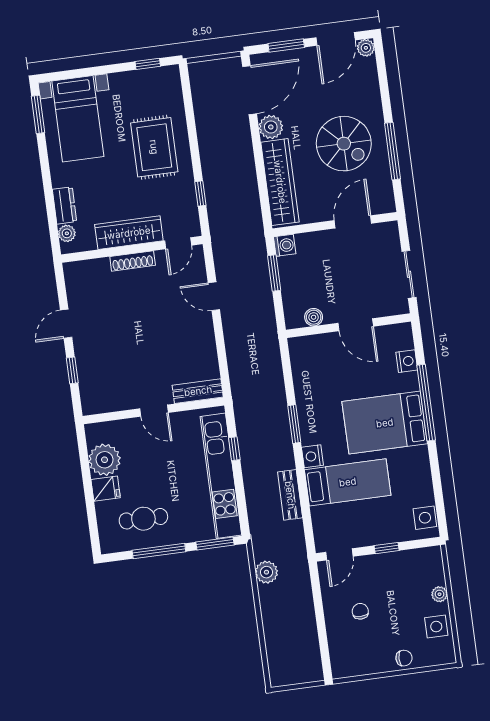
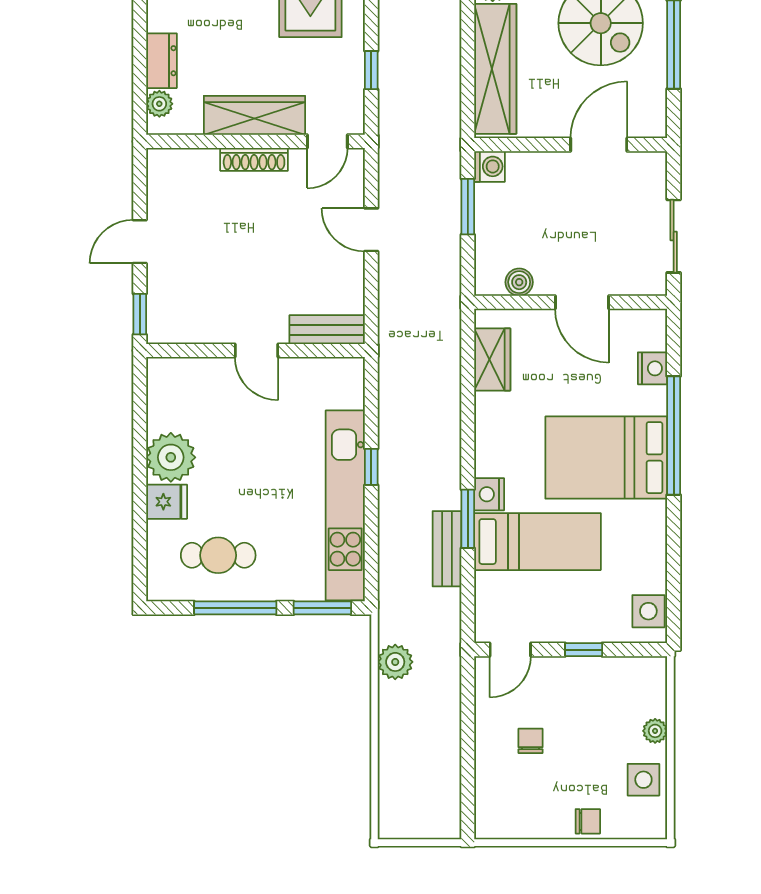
wardrobe: (303, 369) -> (492, 360), added
bench: (198, 391) -> (327, 330), moved
wall: (153, 411) -> (255, 351), moved
door: (154, 411) -> (256, 351), moved
window: (294, 424) -> (468, 519), moved

